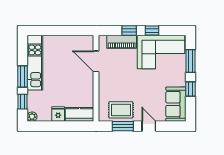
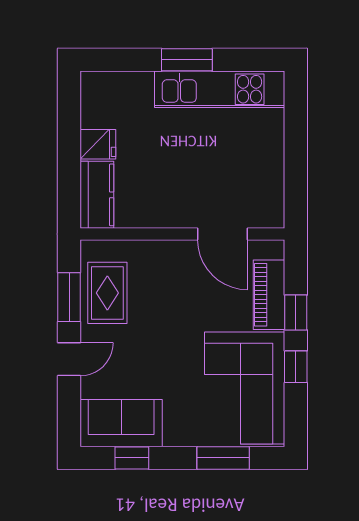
door: (96, 61) -> (223, 234), swing flipped
window: (191, 89) -> (132, 458), moved
window: (23, 102) -> (127, 60), removed
plant: (32, 117) -> (92, 82), removed

